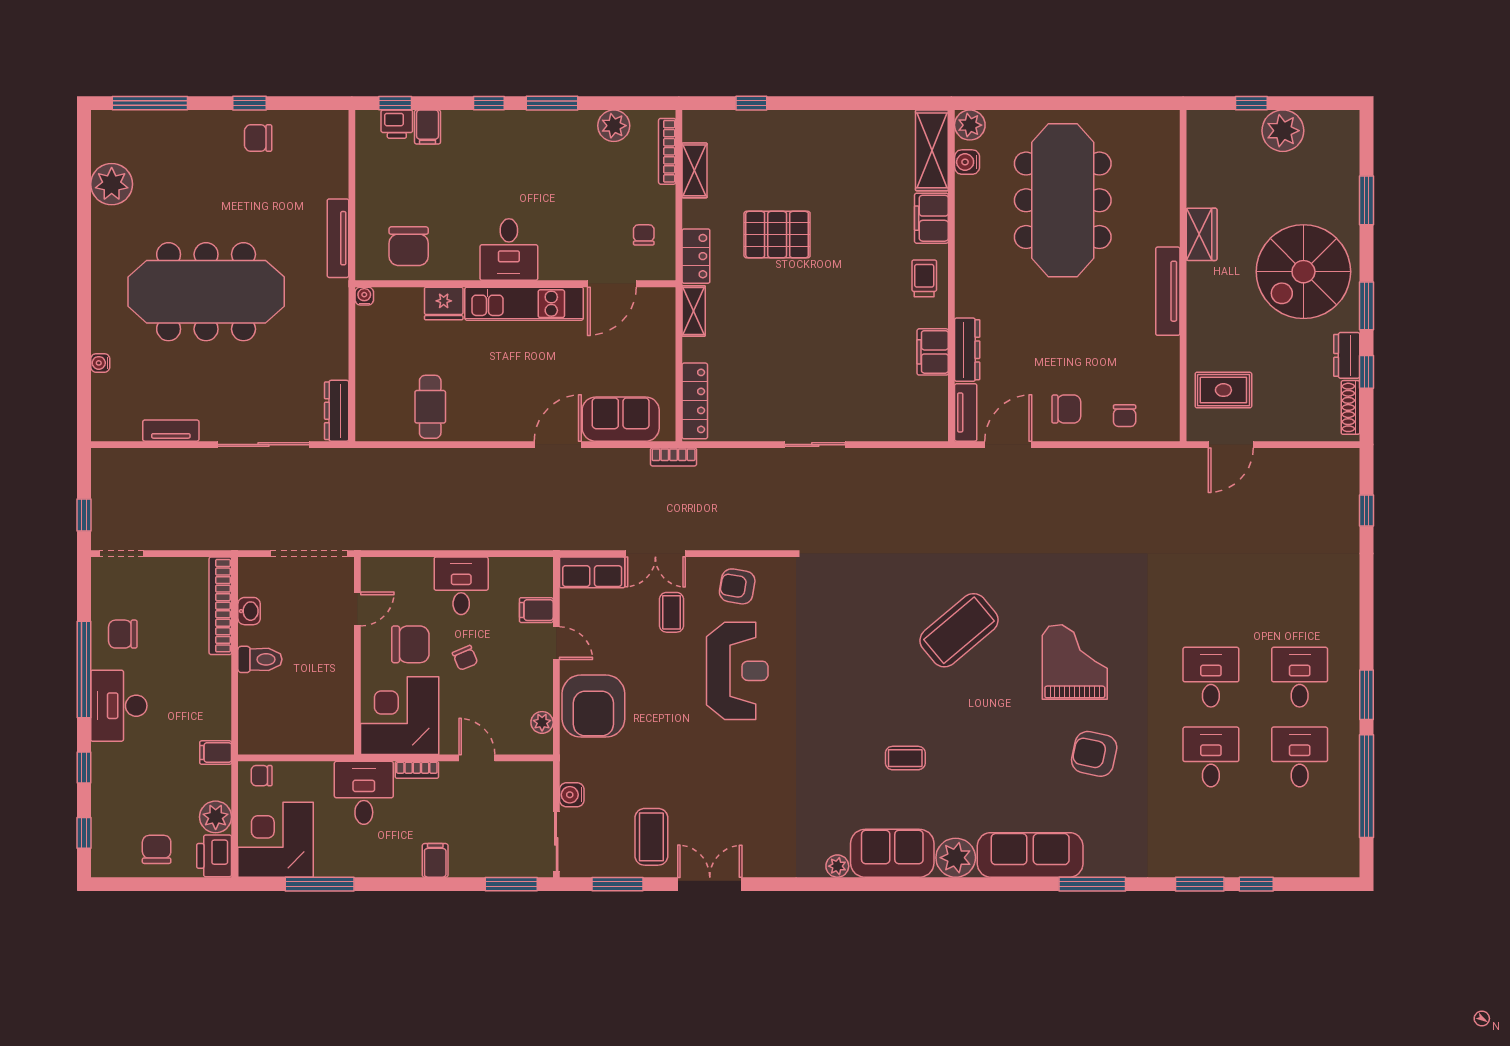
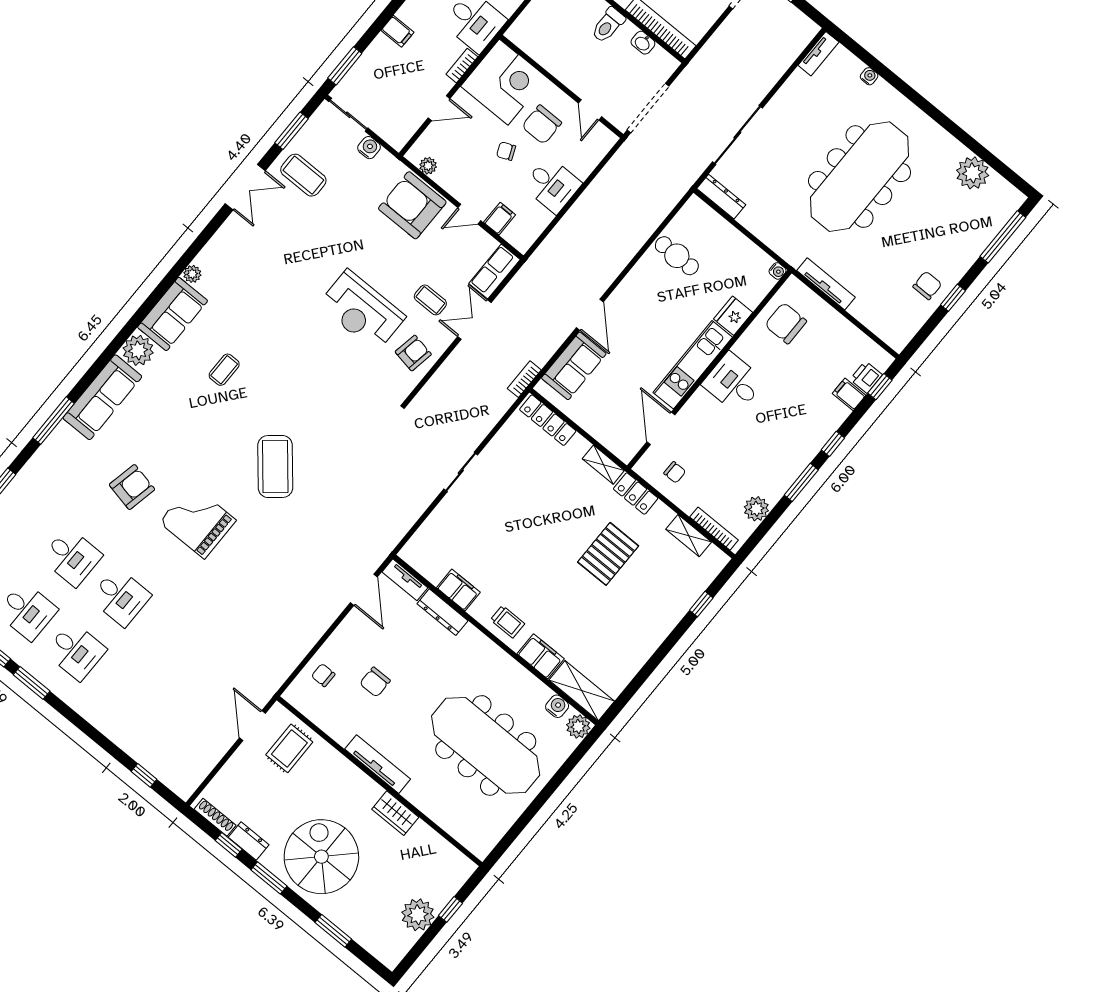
chair: (1066, 409) -> (375, 682), moved
tv unit: (171, 431) -> (818, 54), moved
grand piano: (1075, 662) -> (198, 521), turned 180

